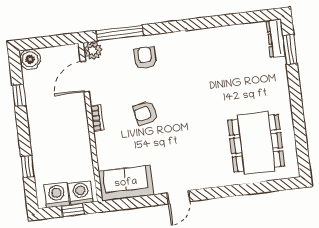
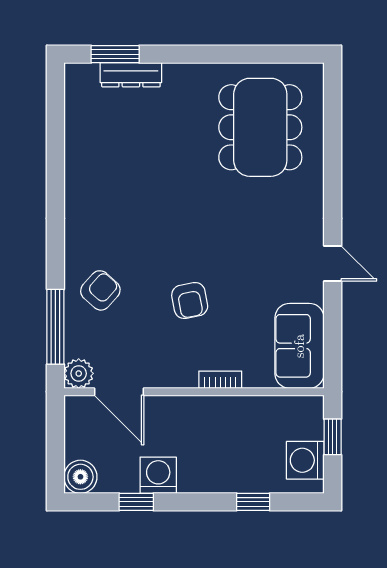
dresser: (276, 38) -> (131, 75), moved
armchair: (145, 58) -> (100, 290), turned 132
bookcase: (97, 118) -> (220, 380), moved
dining table: (256, 143) -> (260, 127), turned 90
washing machine: (81, 193) -> (158, 475), moved, turned 90

